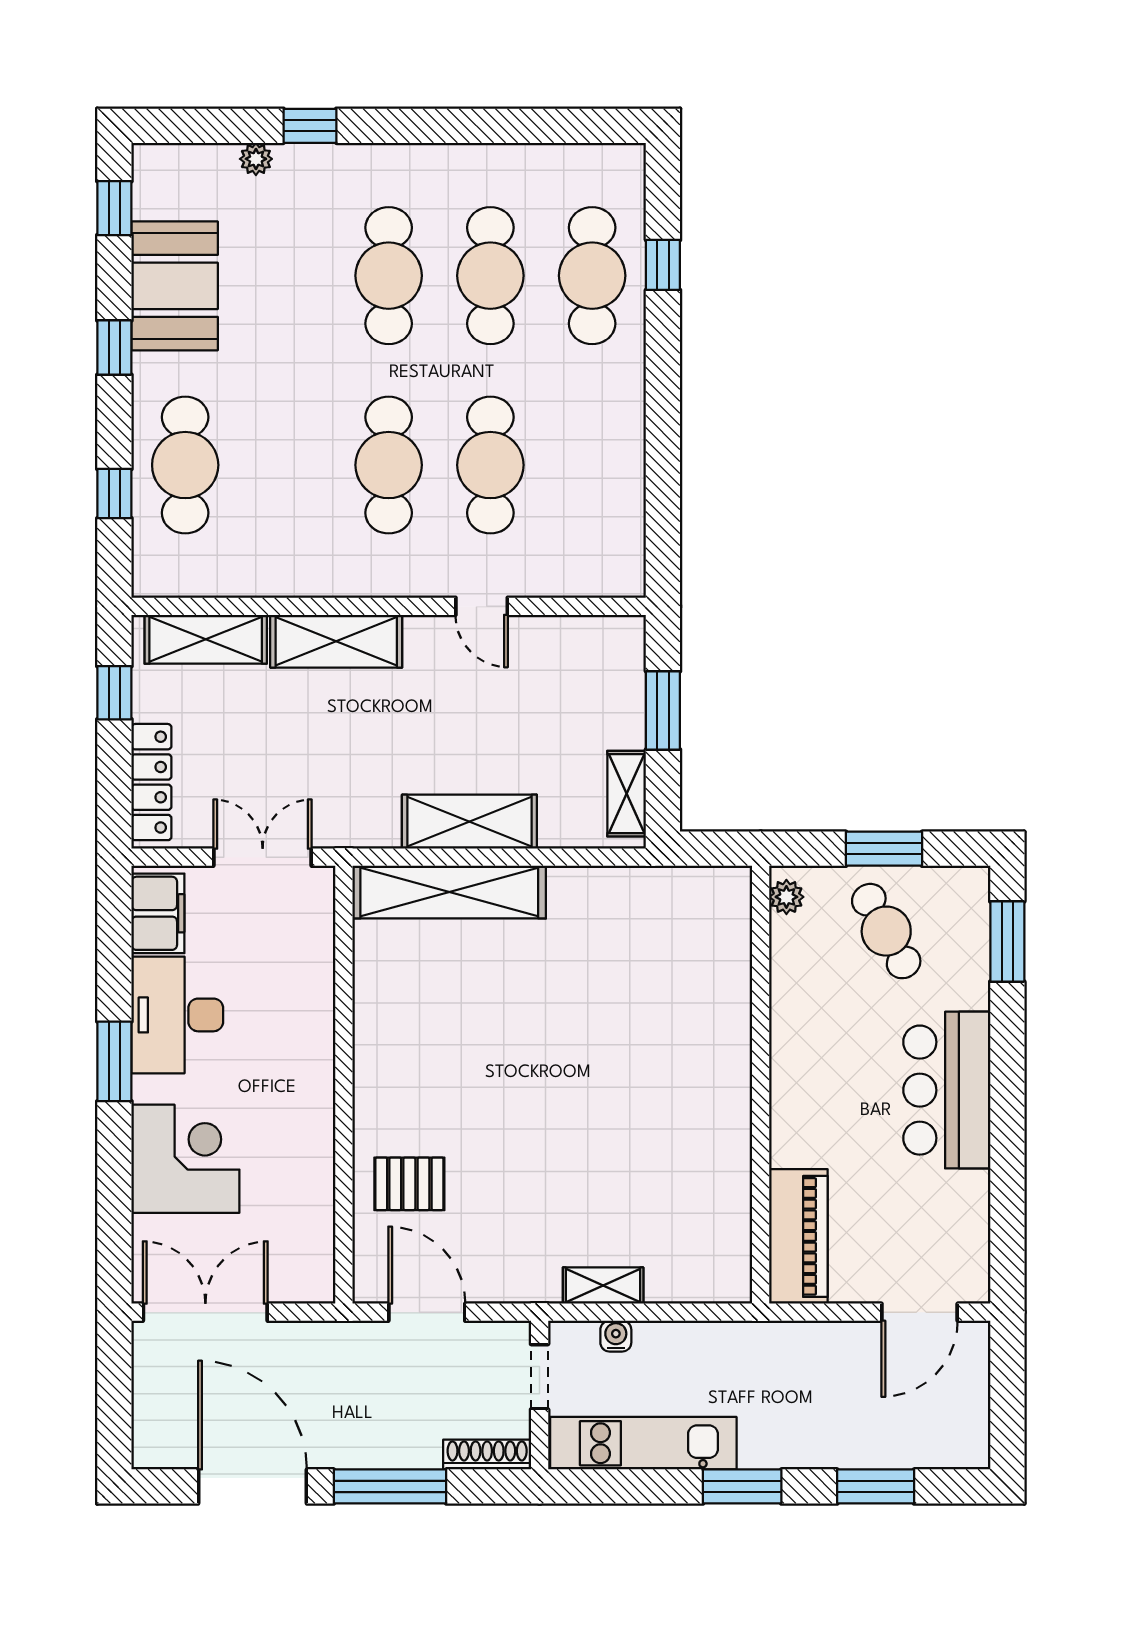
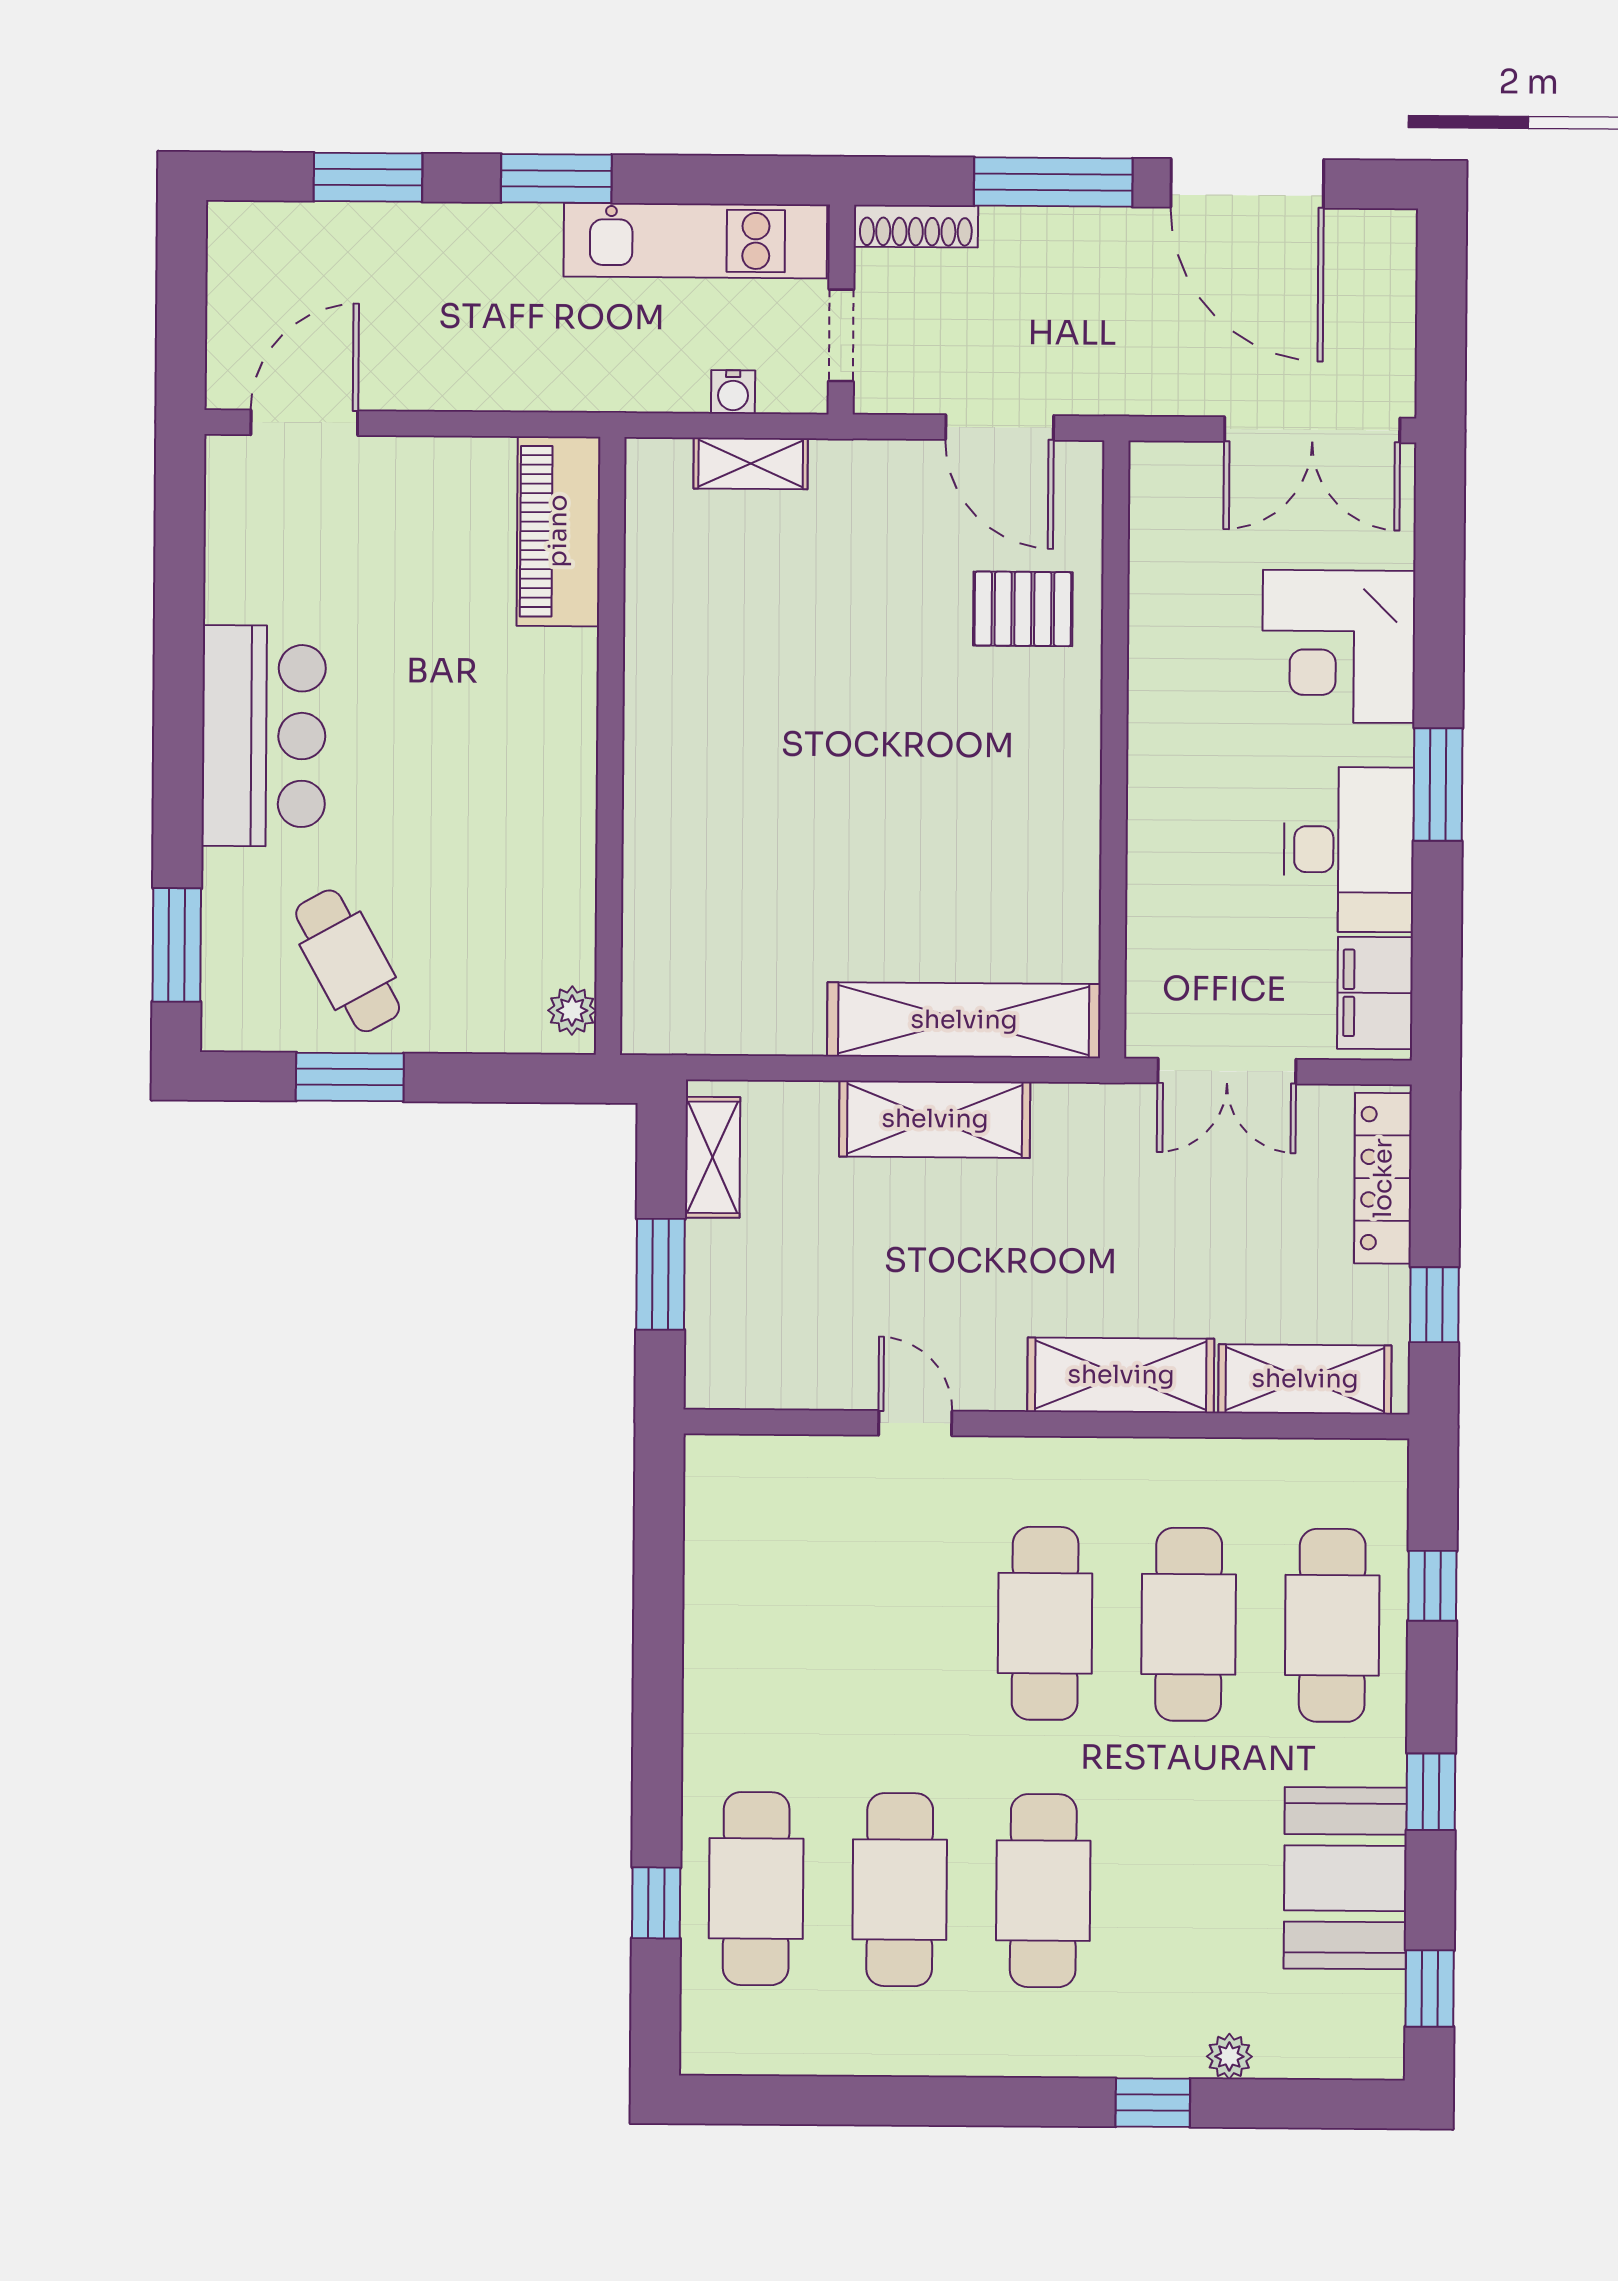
cafe table: (490, 465) -> (1189, 1624), moved
plant: (786, 897) -> (572, 1011), moved
wall: (761, 1085) -> (610, 746), moved
piano: (798, 1236) -> (558, 531), moved

